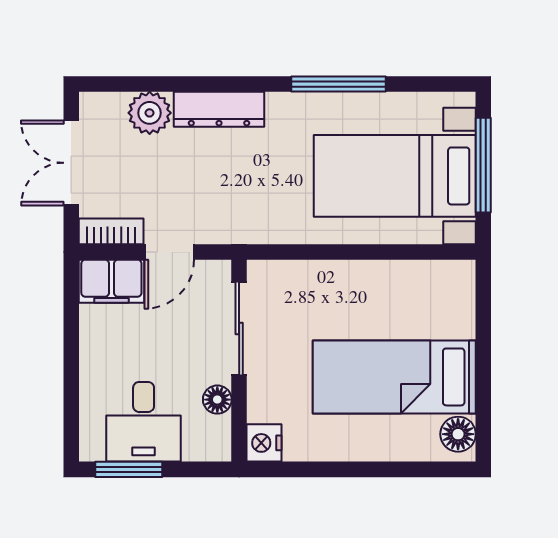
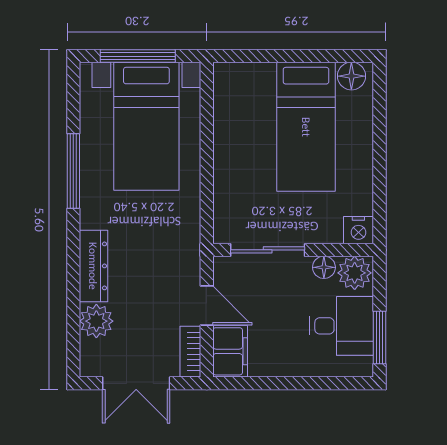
plant: (210, 438) -> (355, 273), added

